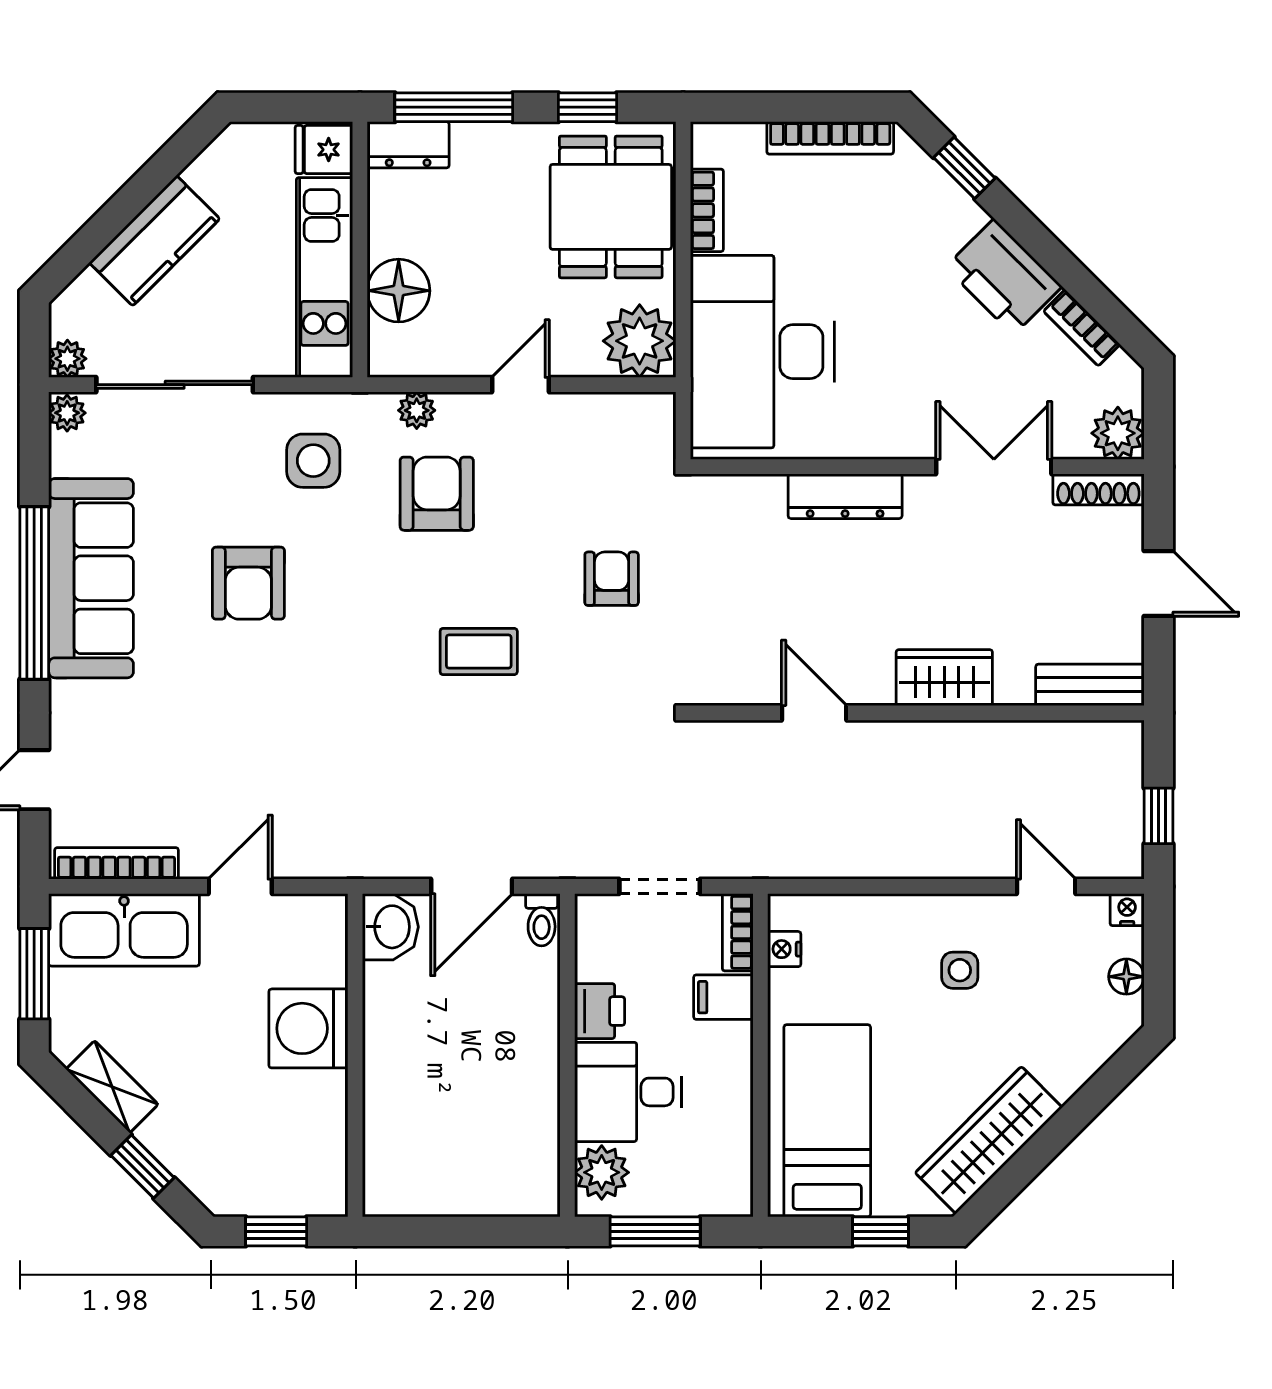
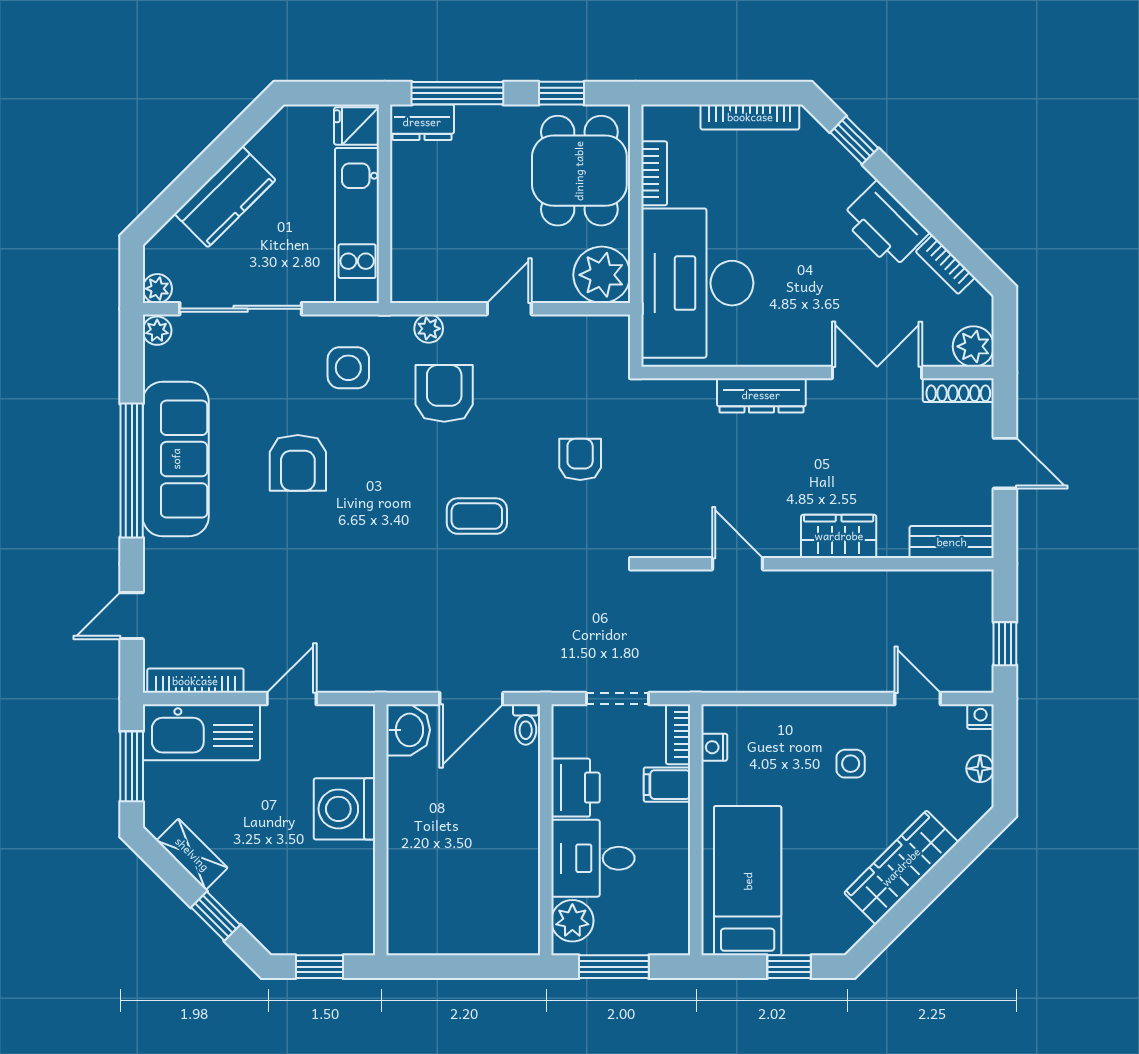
floor lamp: (399, 291) -> (415, 236), removed
printer: (600, 1011) -> (575, 788), width x1.36, depth x1.24
wardrobe: (989, 1140) -> (901, 867), moved

